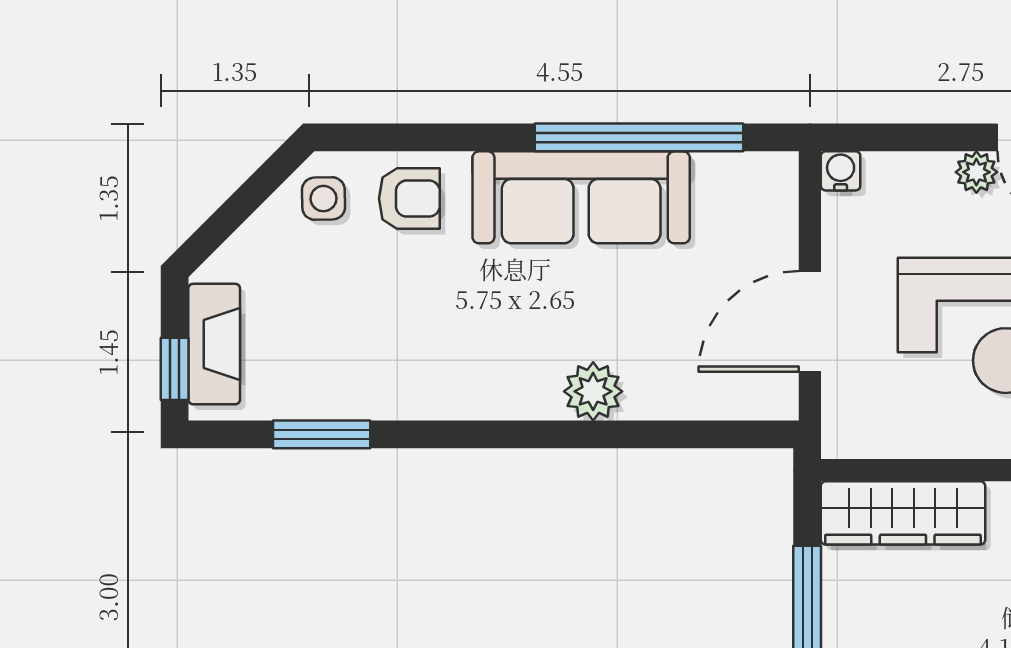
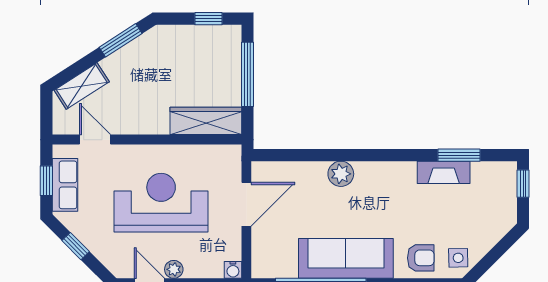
armchair: (409, 199) -> (421, 258), turned 180
fireplace: (214, 344) -> (444, 172), moved, turned -90

